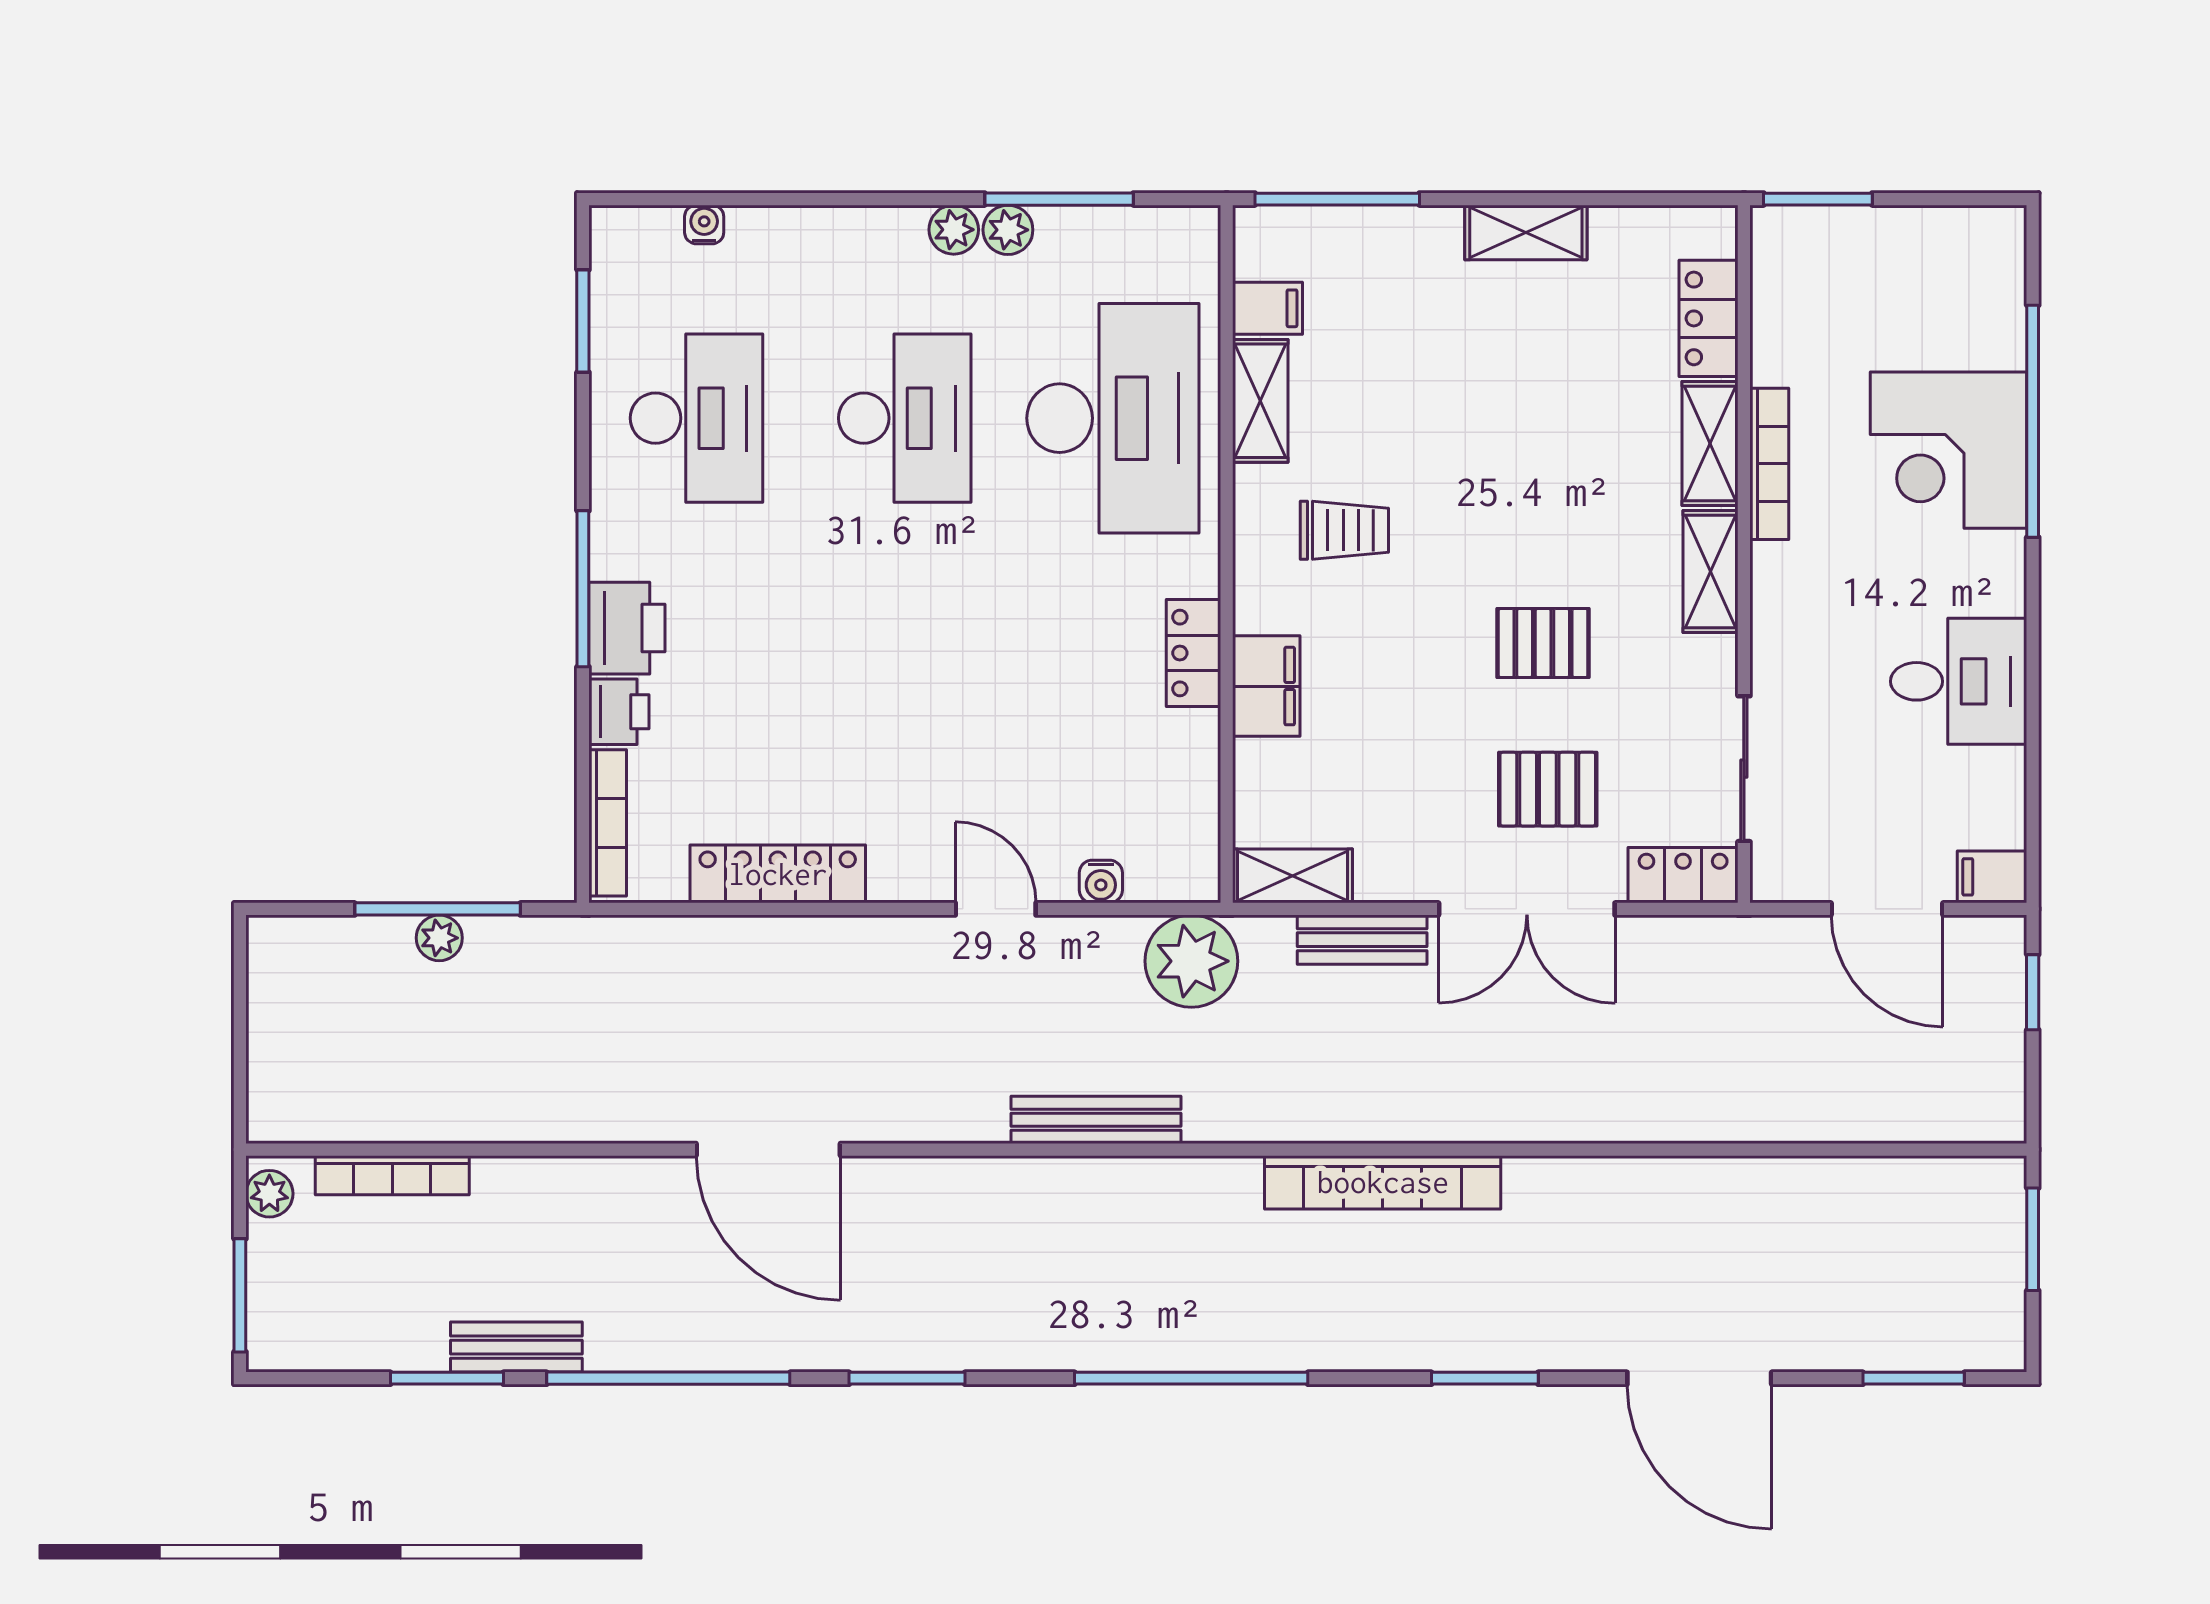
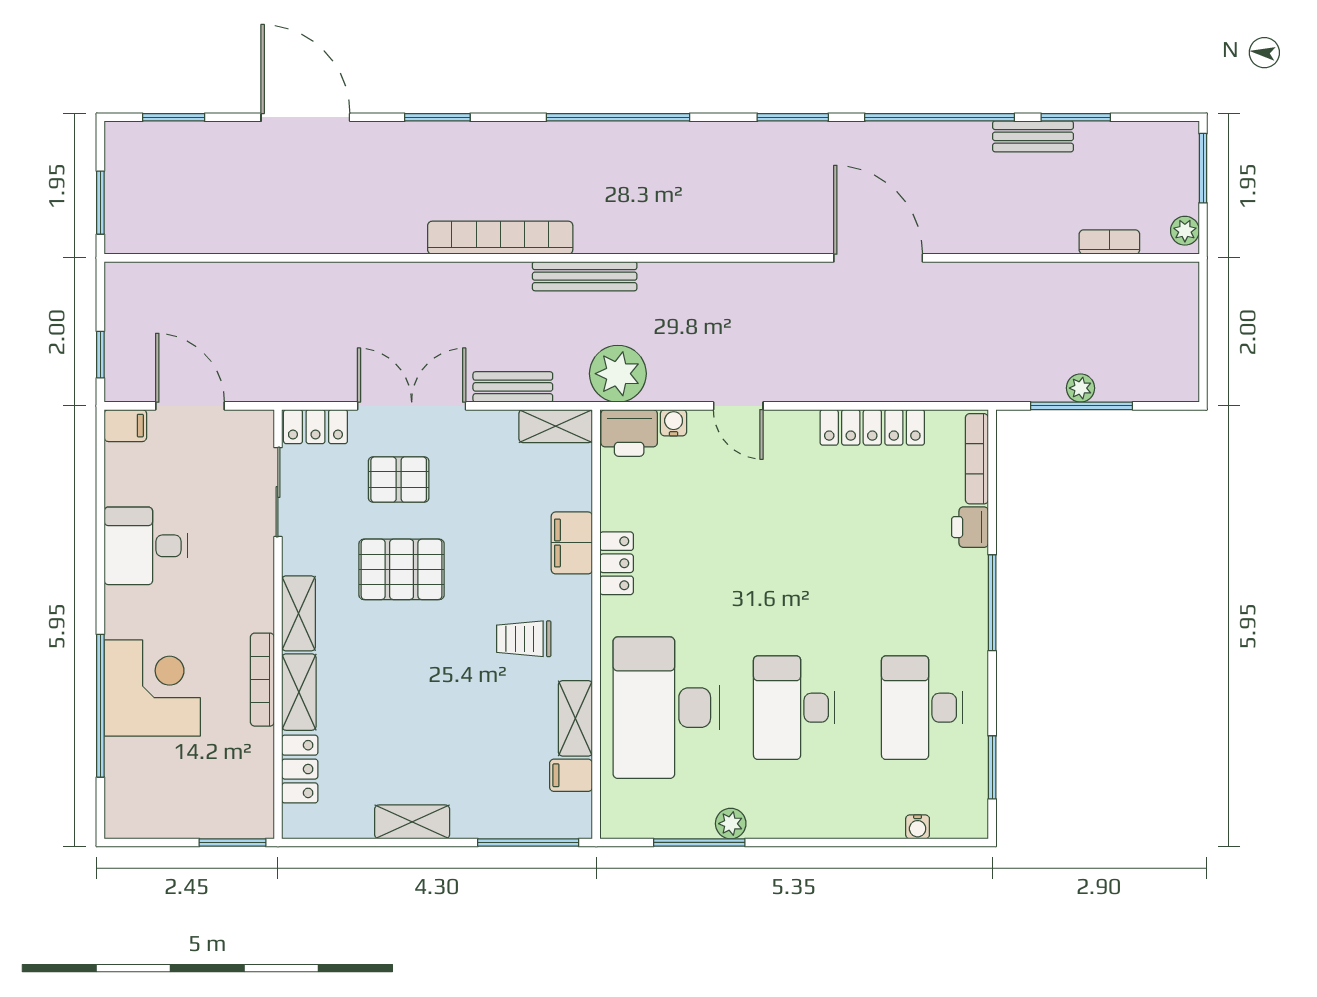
plant: (954, 230) -> (764, 824), removed
printer: (627, 628) -> (629, 433), moved, turned -90
pallet: (1543, 643) -> (402, 569), width x1.50, depth x1.42
bench: (1096, 1120) -> (585, 276), moved
bookcase: (392, 1175) -> (1109, 242), width x0.64

